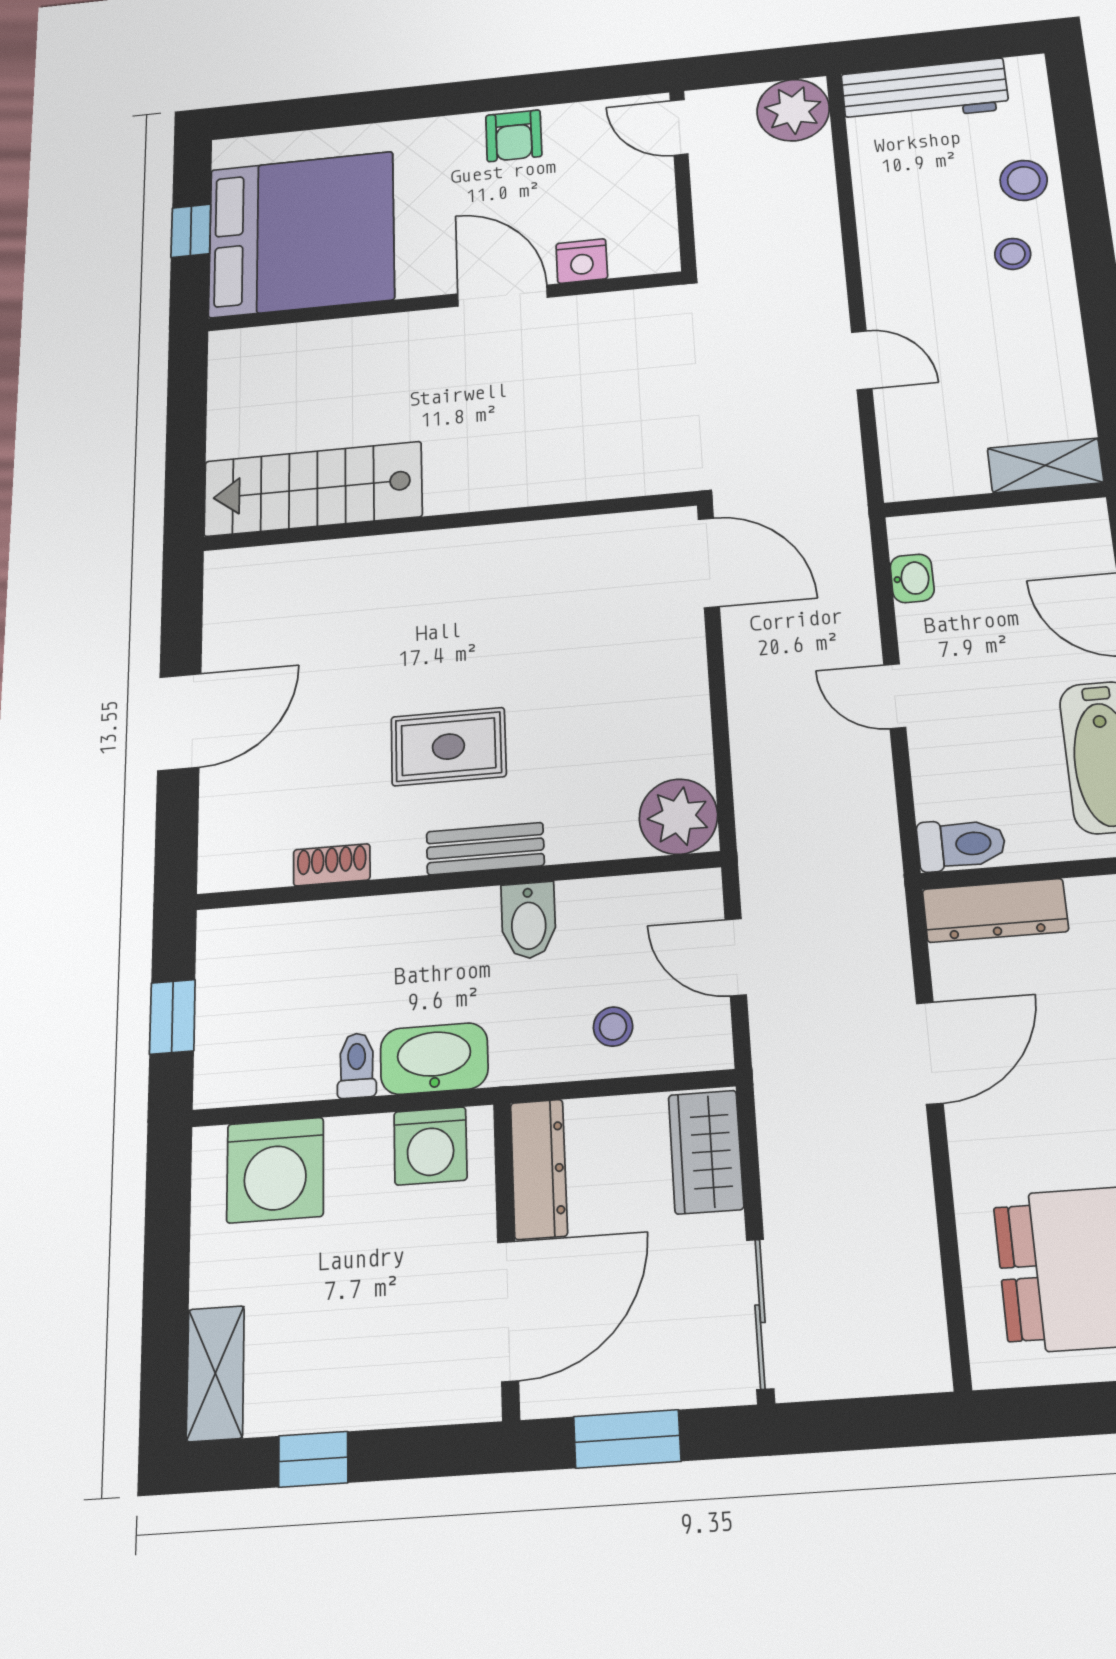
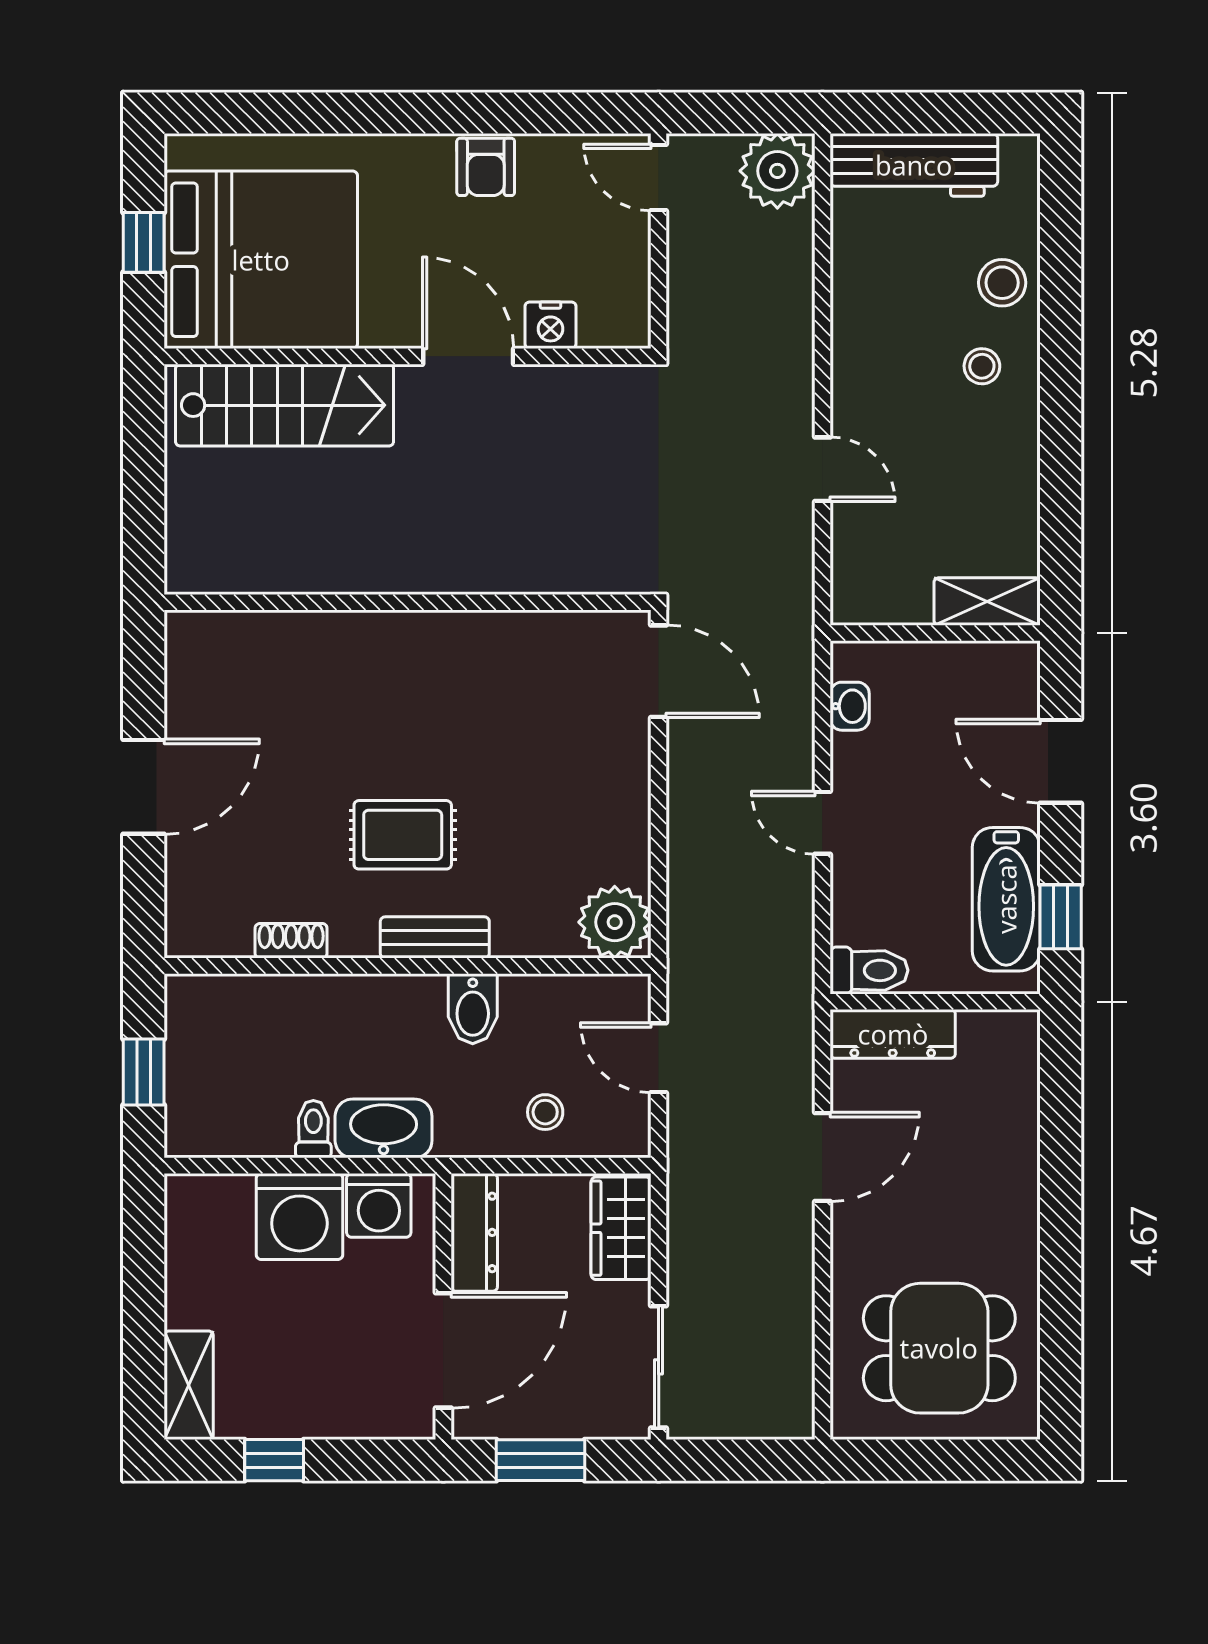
stairs: (313, 489) -> (285, 405), moved, turned 180
washing machine: (275, 1170) -> (299, 1217), moved

